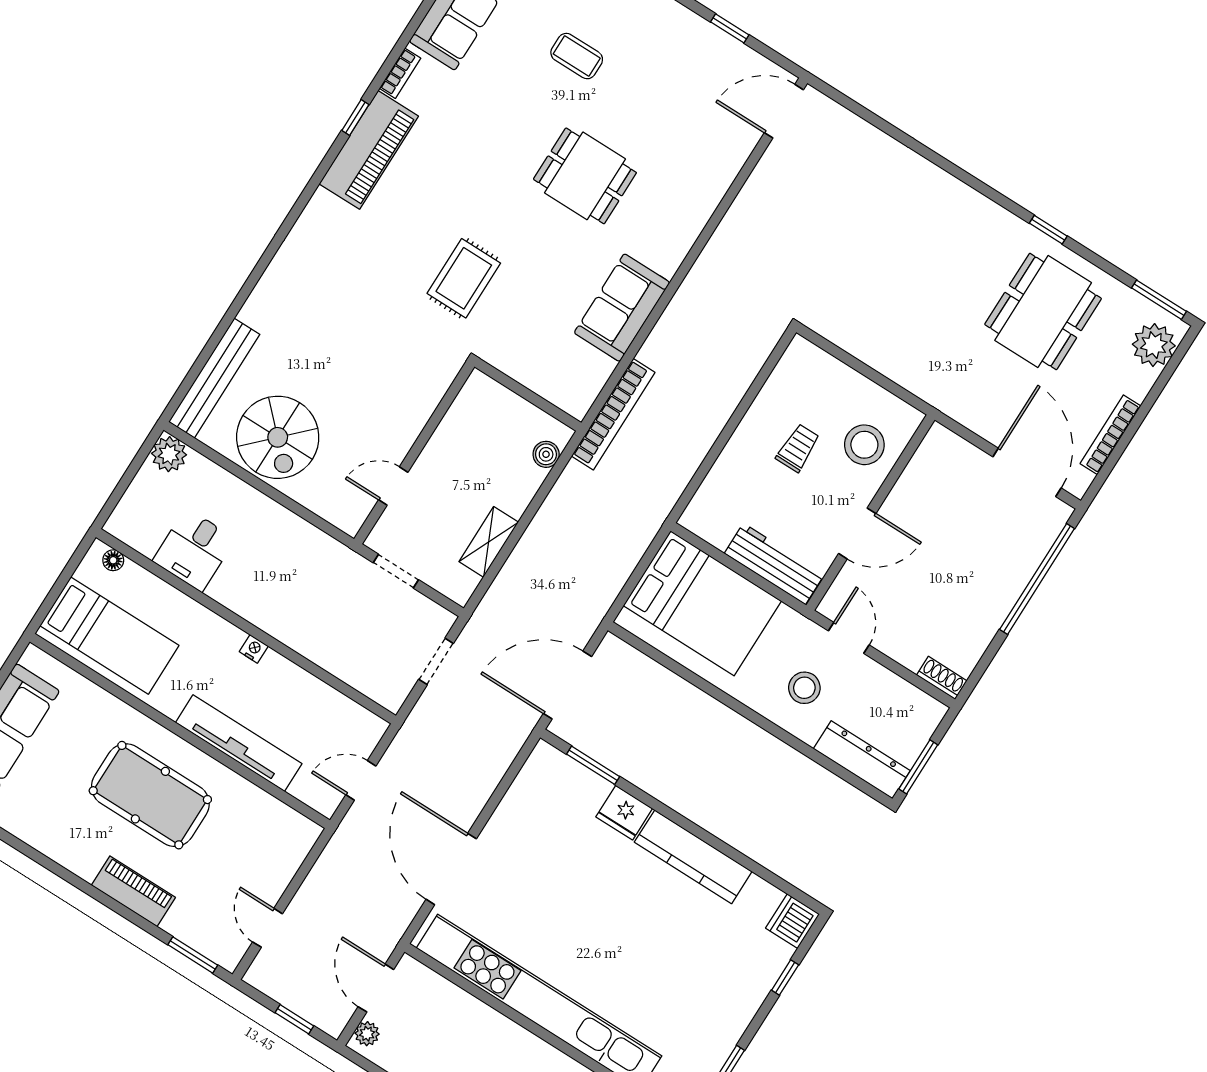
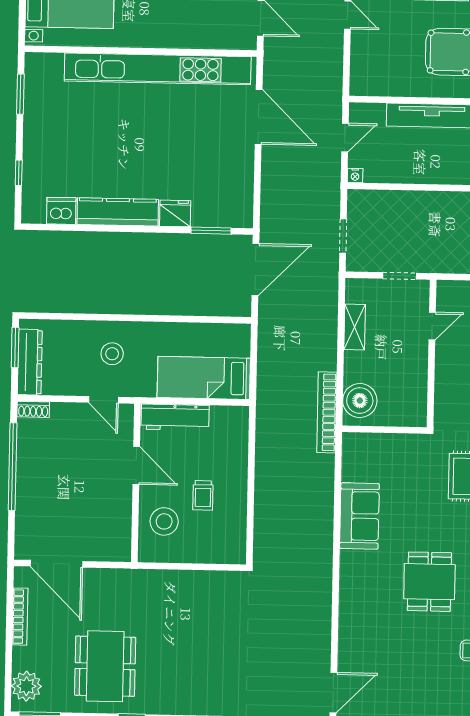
dining table: (585, 176) -> (429, 582), turned 90
bookcase: (613, 414) -> (327, 412), moved
boiler: (546, 454) -> (360, 401), width x1.86, depth x1.86
door: (857, 534) -> (136, 465), swing flipped
window: (1037, 579) -> (13, 467), moved
bed: (702, 603) -> (204, 378), width x0.67
nightstand: (254, 649) -> (355, 175), moved
dresser: (862, 760) -> (30, 362), moved, turned -90
dishwasher: (793, 921) -> (61, 211), moved, turned -90

